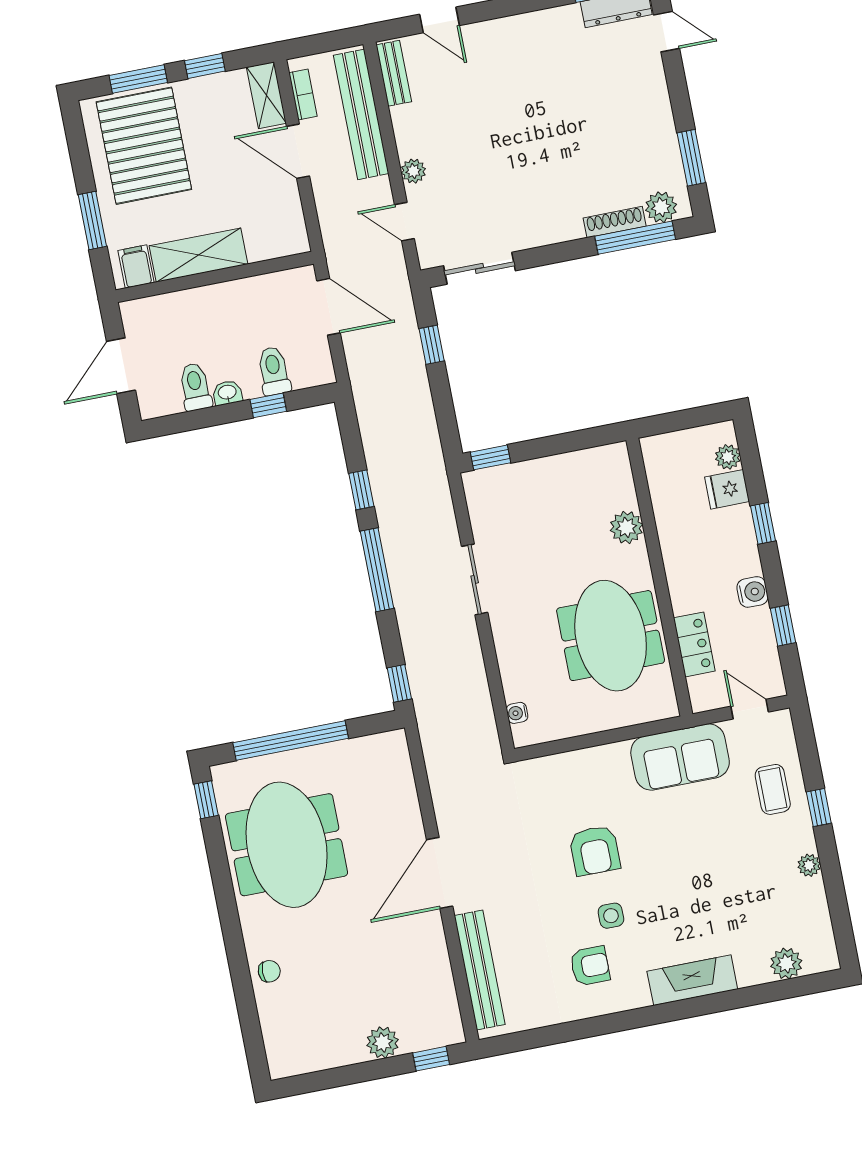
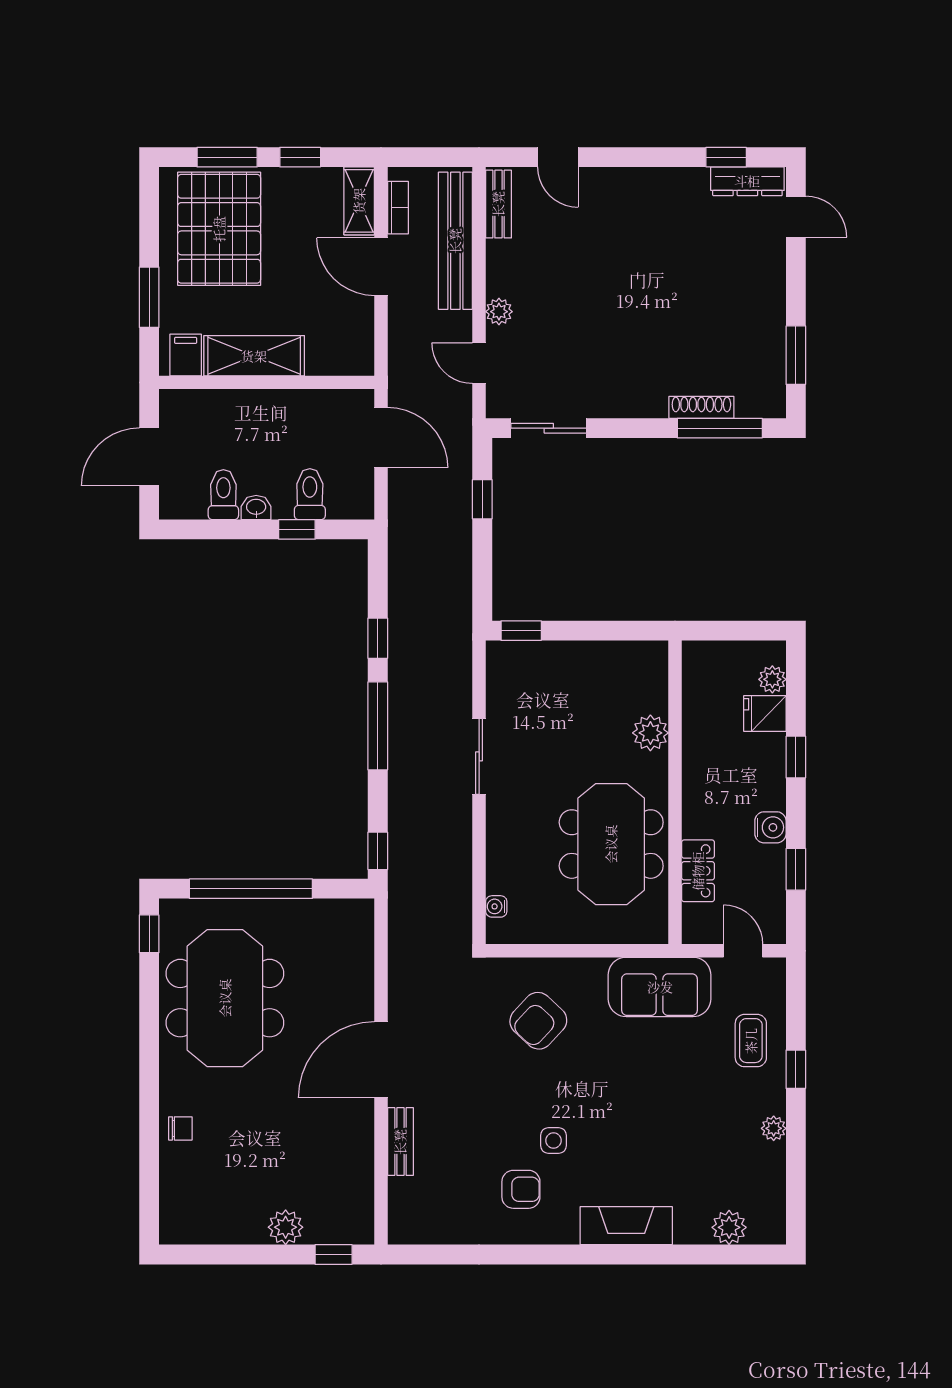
plant: (661, 207) -> (754, 401), removed
armchair: (595, 850) -> (538, 1021), moved, turned 43
bench: (480, 970) -> (400, 1142), width x0.54, depth x0.82

